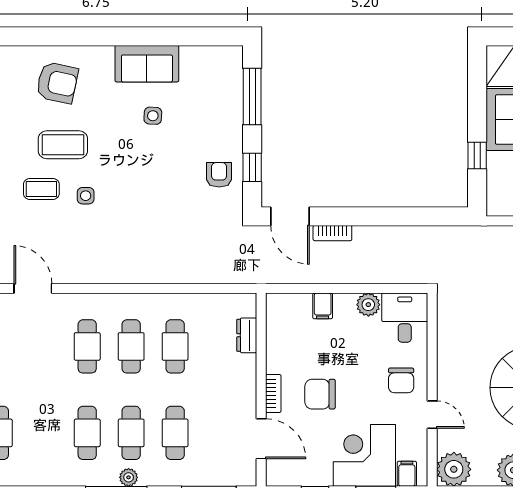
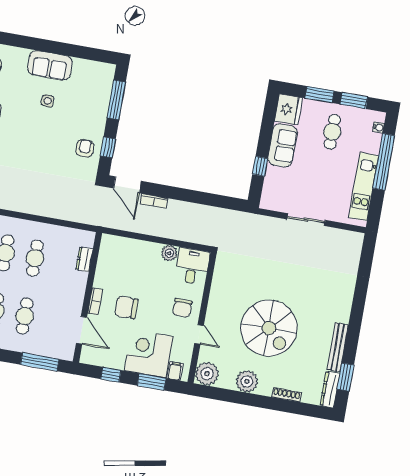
filing cabinet: (323, 306) -> (139, 249), removed

